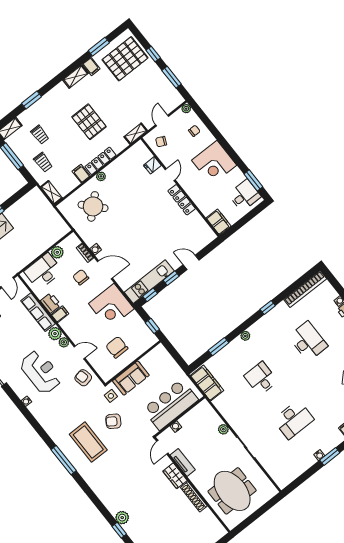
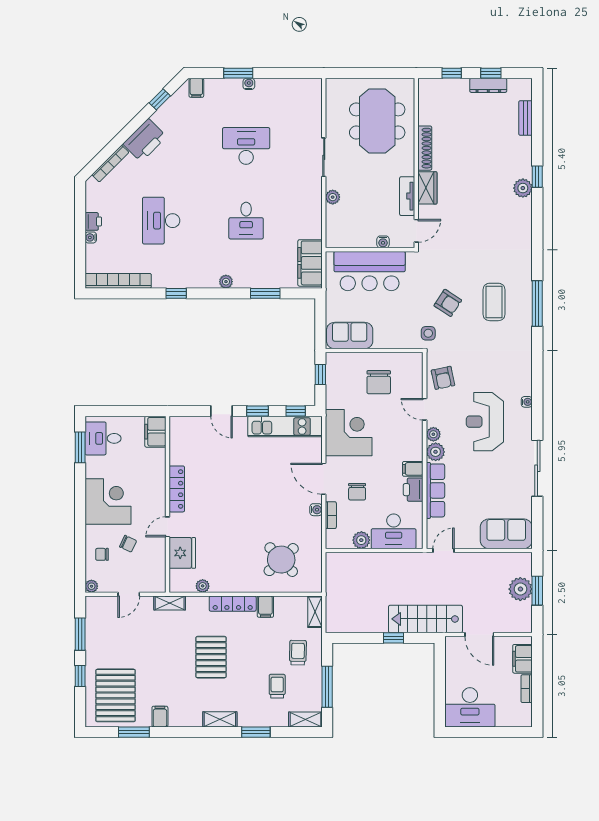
pallet: (125, 59) -> (116, 695), turned 90
shelving: (76, 77) -> (220, 719), moved
chair: (161, 142) -> (128, 544), moved
fridge: (152, 165) -> (182, 553), width x1.88, depth x1.34
plant: (101, 176) -> (203, 586), moved
sofa: (131, 378) -> (350, 335), moved
coffee table: (88, 442) -> (494, 302), width x0.73, depth x0.76

